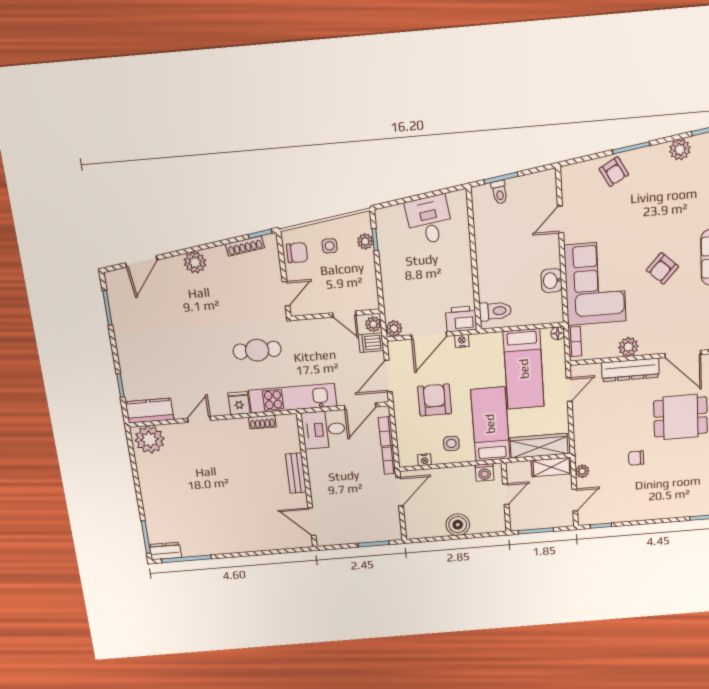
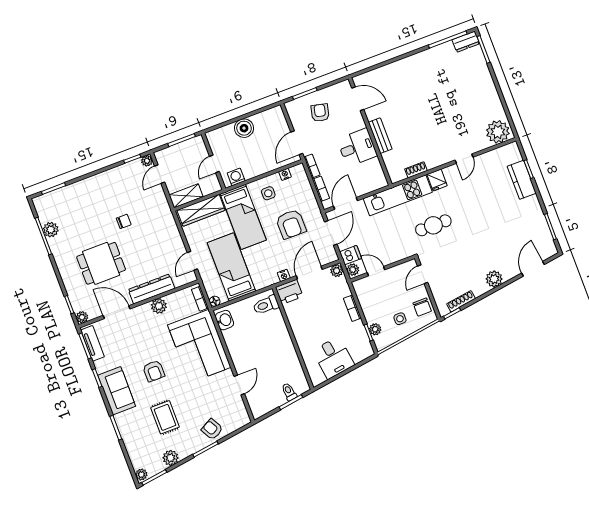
rug: (669, 205) -> (165, 417), added
chair: (297, 253) -> (422, 307), turned -90
armchair: (662, 268) -> (154, 371), turned 137
bookcase: (387, 276) -> (352, 308), added
washbasin: (552, 281) -> (224, 320), moved
kitchen counter: (149, 411) -> (522, 180), moved, turned 90
desk: (324, 430) -> (357, 147), moved
plant: (582, 471) -> (147, 161), moved
armchair: (362, 518) -> (320, 113), added

